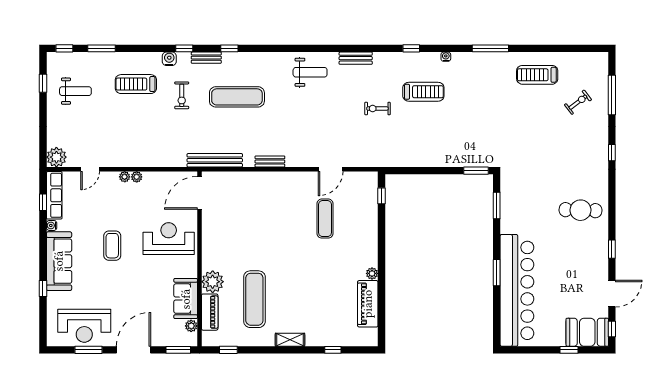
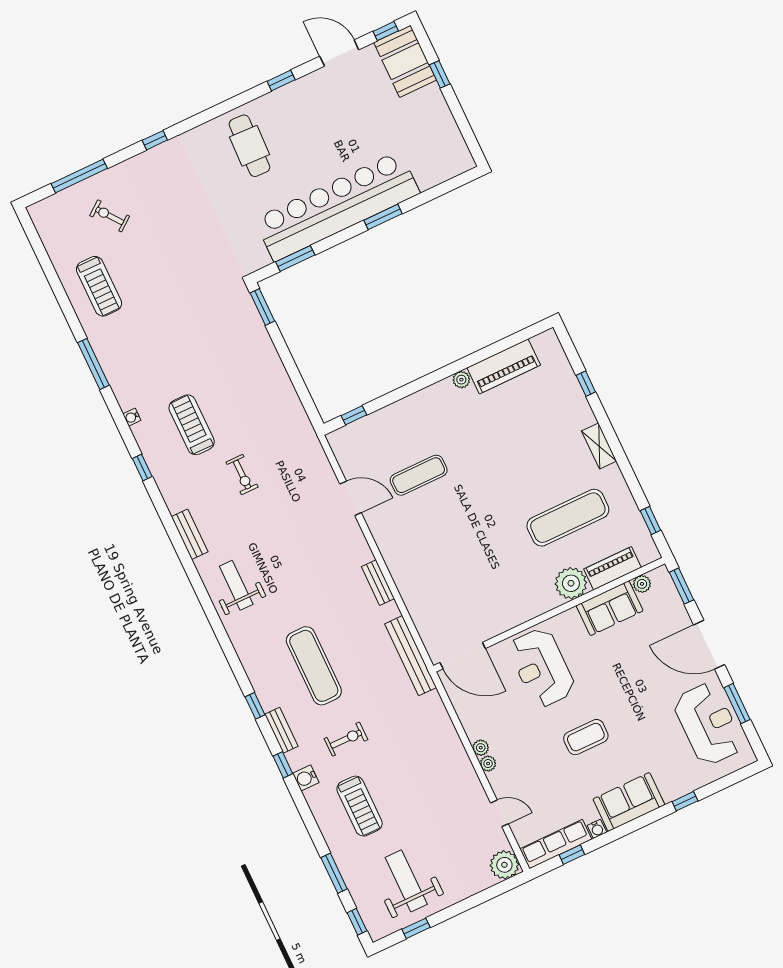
weight bench: (75, 91) -> (406, 881), width x1.36, depth x1.33
sofa: (59, 261) -> (629, 802), width x0.73
bar counter: (517, 290) -> (337, 206), moved

